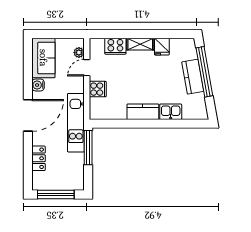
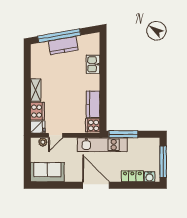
fridge: (162, 47) -> (38, 127), moved
door: (87, 68) -> (56, 135), hinge flipped
water cooler: (38, 85) -> (150, 177), moved
cooker: (98, 89) -> (93, 125), moved, turned -90
kitchen counter: (143, 112) -> (93, 104), moved

